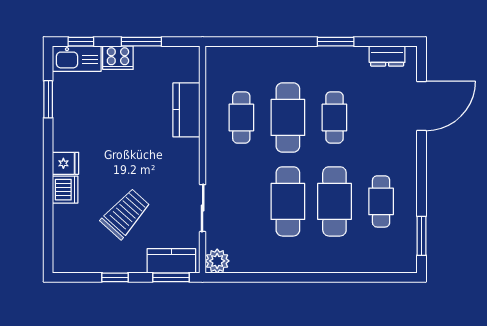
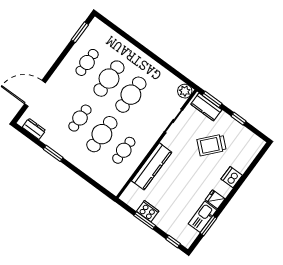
cooker: (118, 58) -> (148, 211), moved
kitchen sink: (77, 59) -> (202, 217), moved, turned -90
kitchen counter: (186, 110) -> (152, 166), width x1.50
fridge: (66, 163) -> (215, 199), moved

